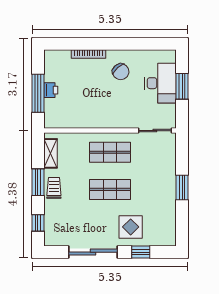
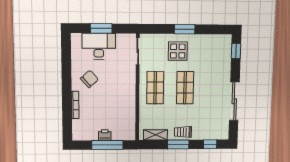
display table: (131, 227) -> (178, 51), moved
window: (141, 252) -> (236, 51), moved

